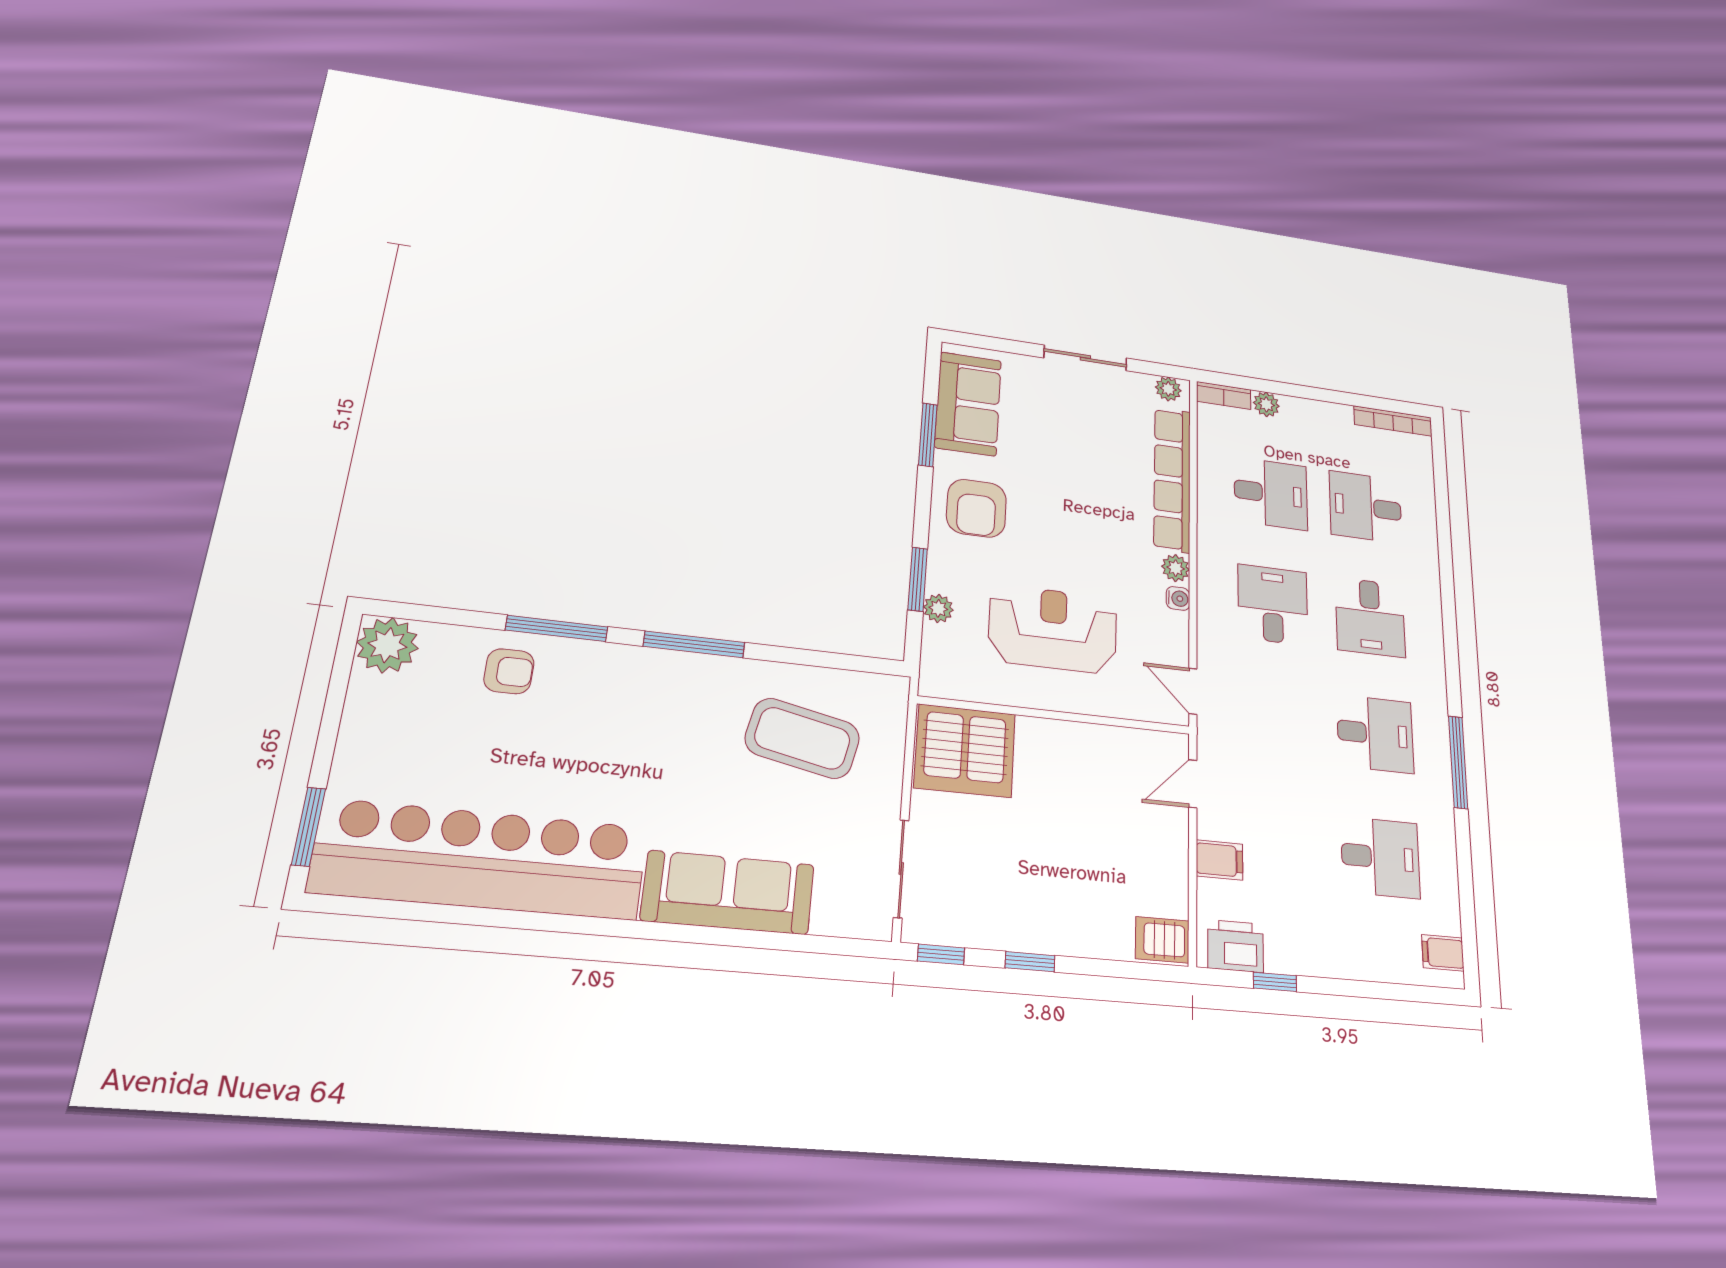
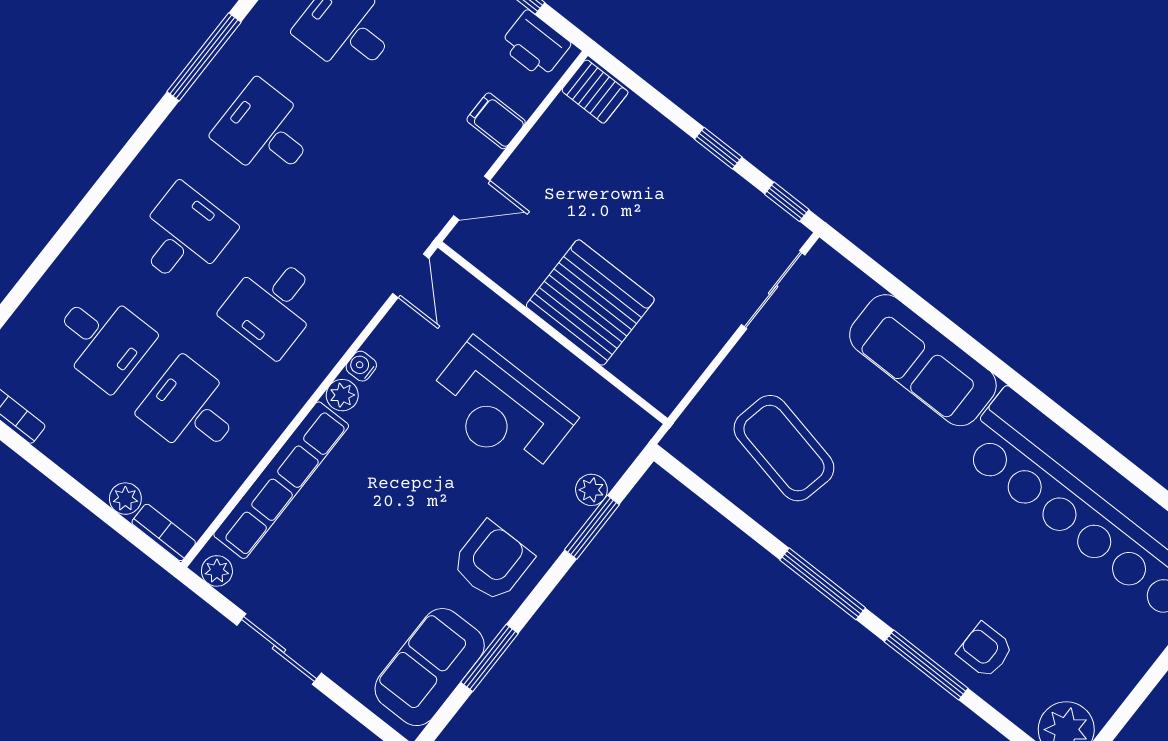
server rack: (965, 751) -> (590, 303), moved

